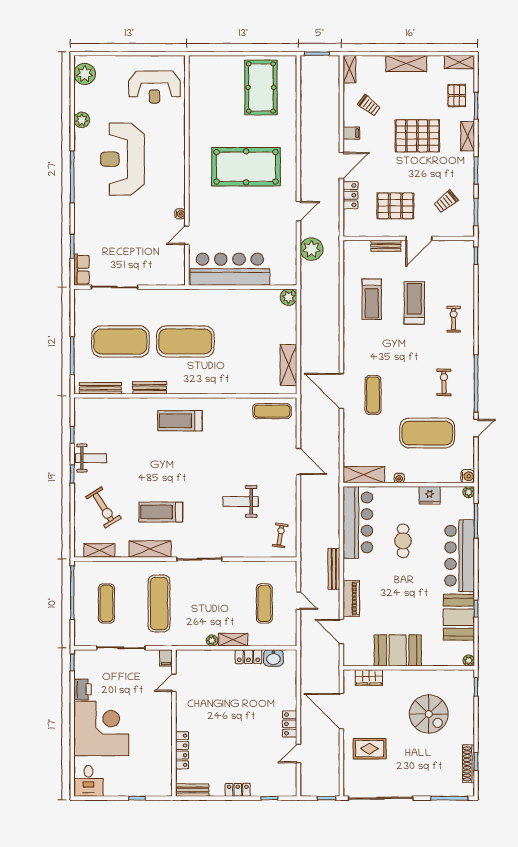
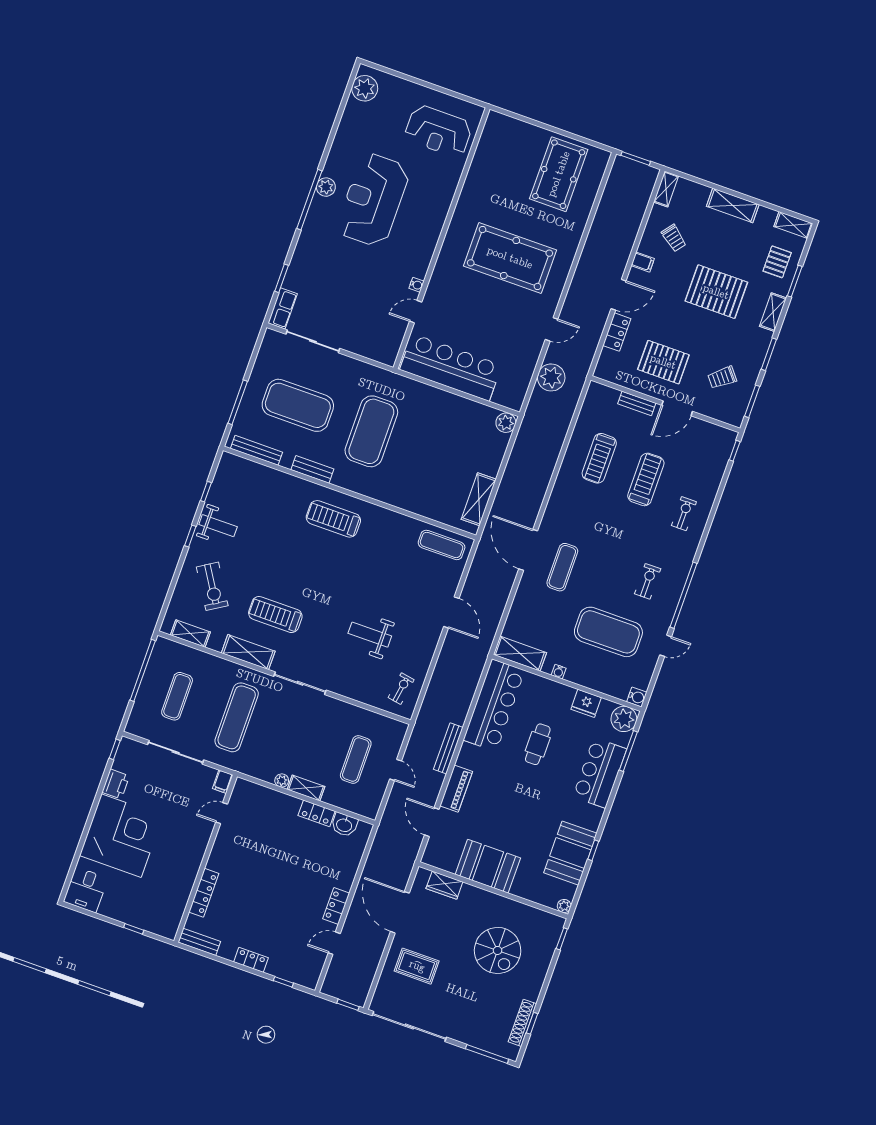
plant: (82, 120) -> (326, 187), moved
exercise mat: (185, 341) -> (371, 431), turned 90
plant: (469, 492) -> (624, 719), width x1.87, depth x1.87
bar counter: (460, 556) -> (600, 773), width x0.73

